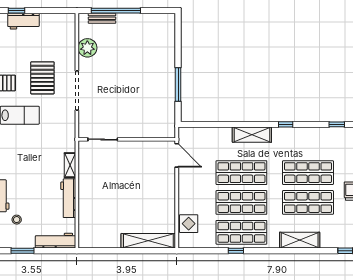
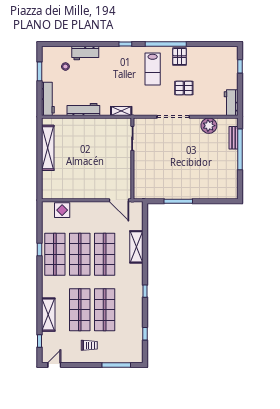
workbench: (23, 21) -> (231, 103), moved
pallet: (42, 78) -> (184, 88), width x0.67, depth x0.71
shelving: (252, 135) -> (136, 247), moved
door: (177, 155) -> (119, 200), hinge flipped
shelving: (70, 165) -> (121, 111), moved
shelving: (300, 240) -> (48, 315), moved
shelving: (148, 241) -> (48, 148), moved

